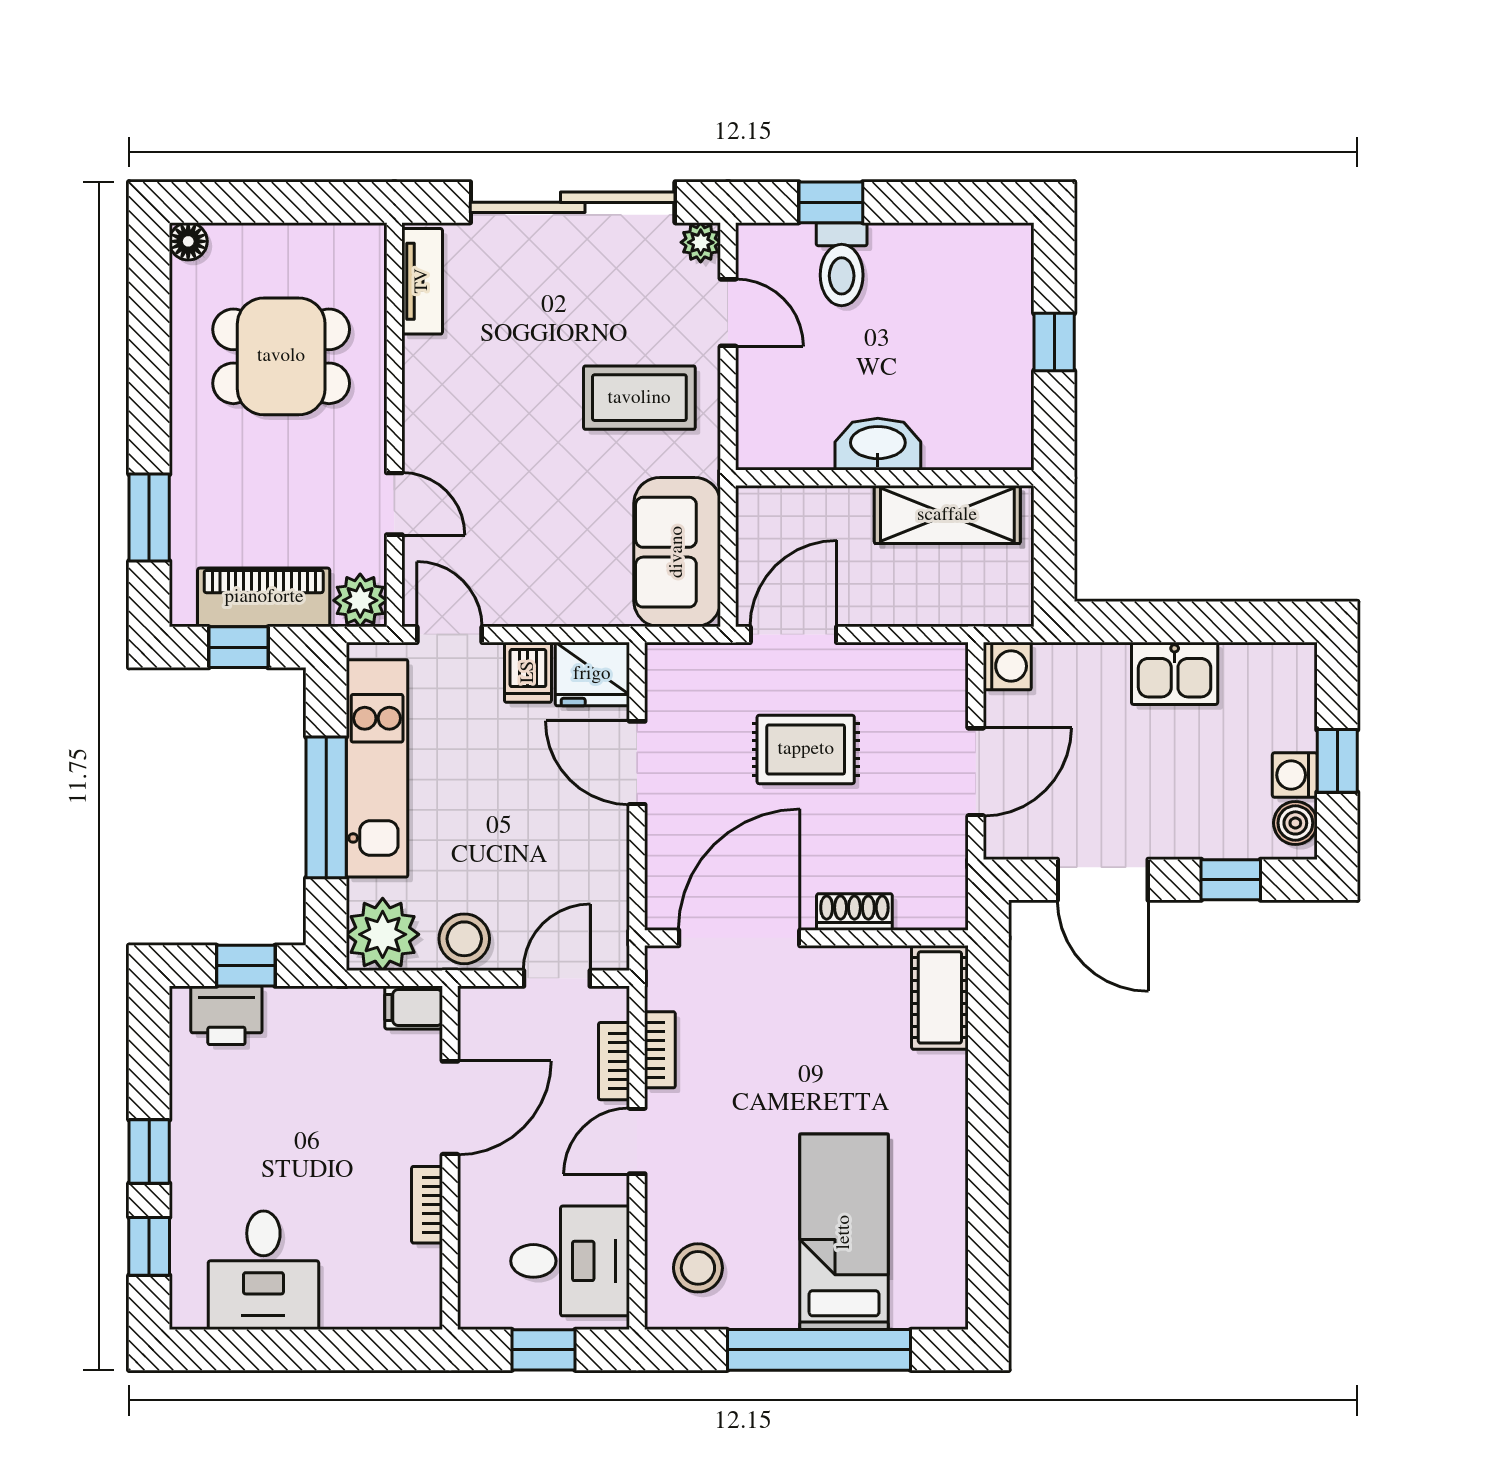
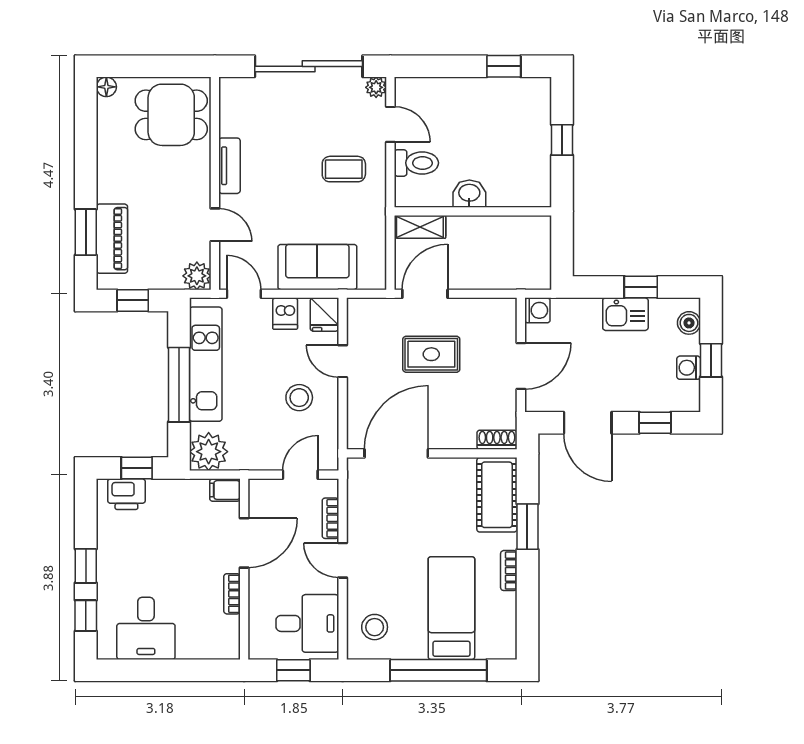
window: (831, 202) -> (504, 66), moved
toilet: (842, 264) -> (416, 163), moved, turned -90
tv unit: (422, 281) -> (229, 166), moved
dining table: (281, 356) -> (171, 115), moved
coffee table: (639, 398) -> (344, 169), width x0.73, depth x0.77
washbasin: (878, 444) -> (469, 194), width x0.72
shelving: (947, 515) -> (420, 227), moved, width x0.67, depth x0.75
sofa: (677, 552) -> (317, 267), moved, turned 90
piano: (264, 597) -> (112, 239), moved, turned 90
window: (1204, 622) -> (641, 287), added
fridge: (592, 674) -> (324, 315), width x0.72
door: (637, 763) -> (343, 361), width x0.73
boiler: (1295, 823) -> (689, 323), moved
shoe rack: (854, 912) -> (497, 440), moved
stool: (464, 939) -> (299, 398), moved
cot: (940, 997) -> (497, 495), width x1.37, depth x1.34
bookcase: (660, 1050) -> (509, 571), moved, turned 180
window: (988, 1077) -> (527, 527), added
door: (637, 1141) -> (343, 560), hinge flipped

